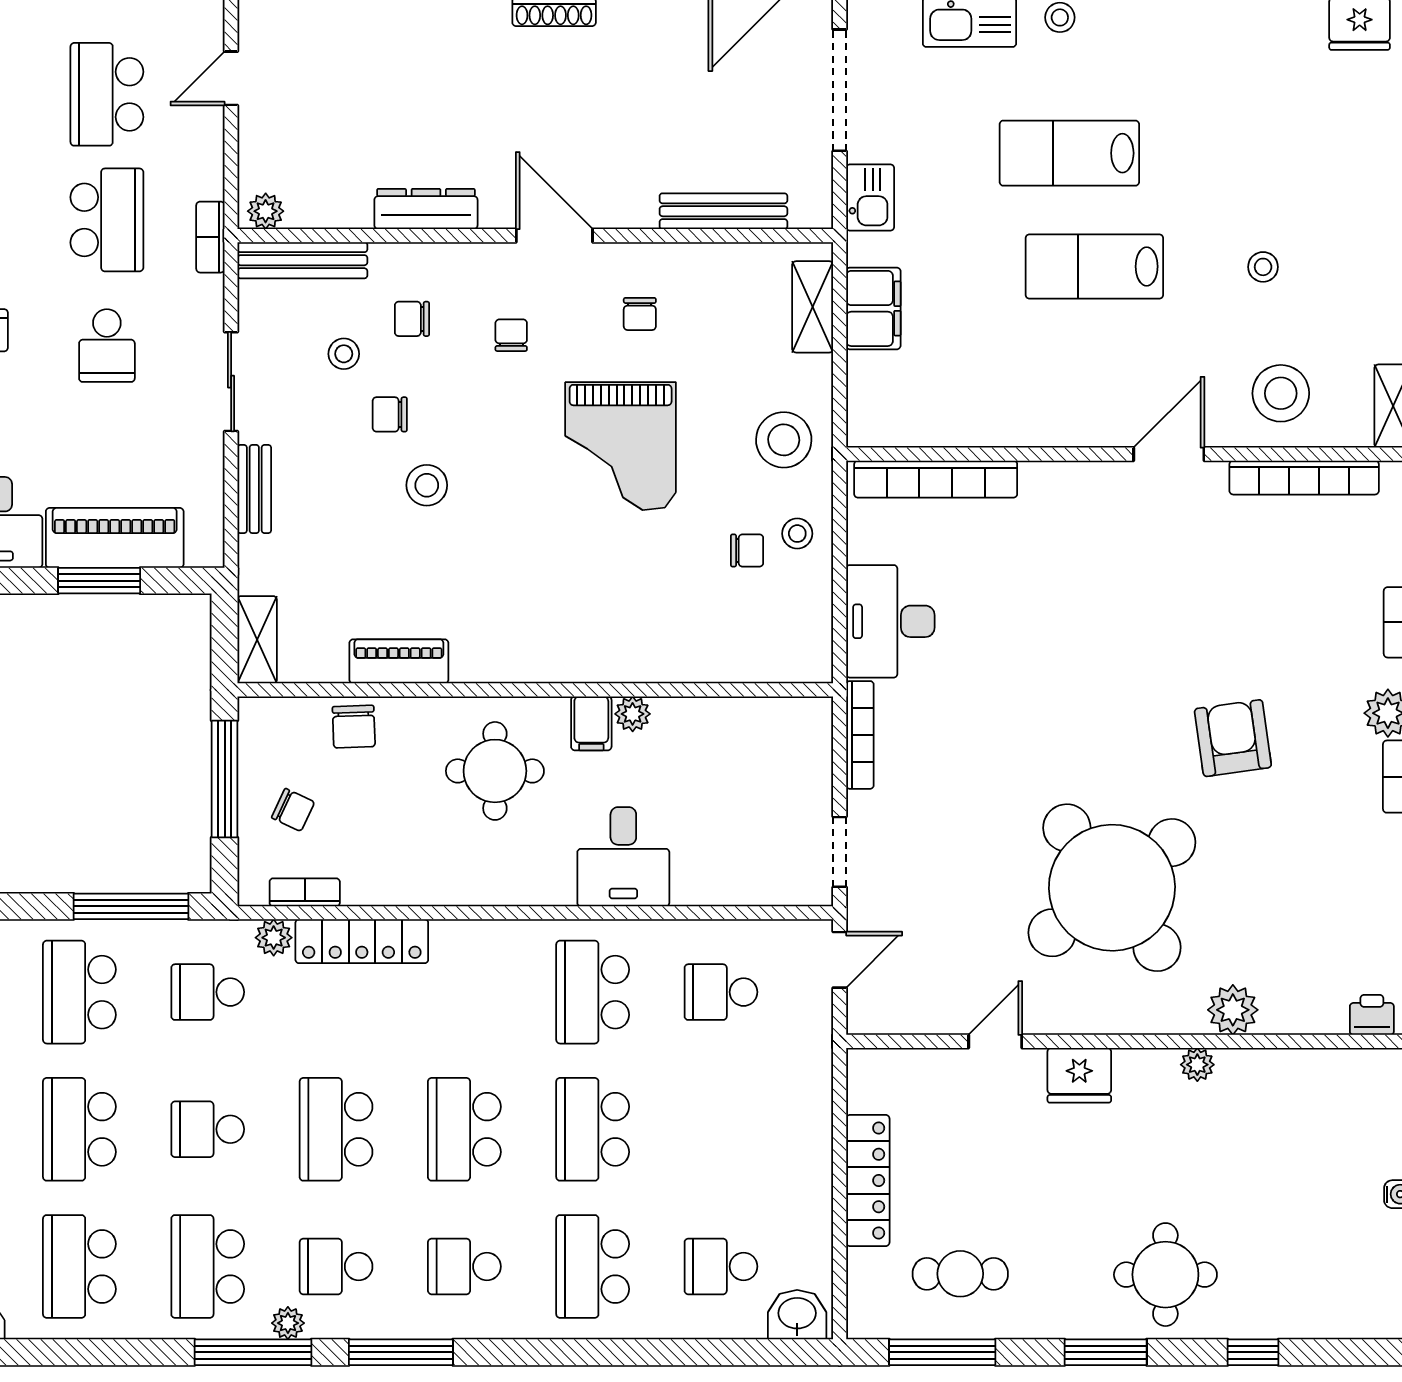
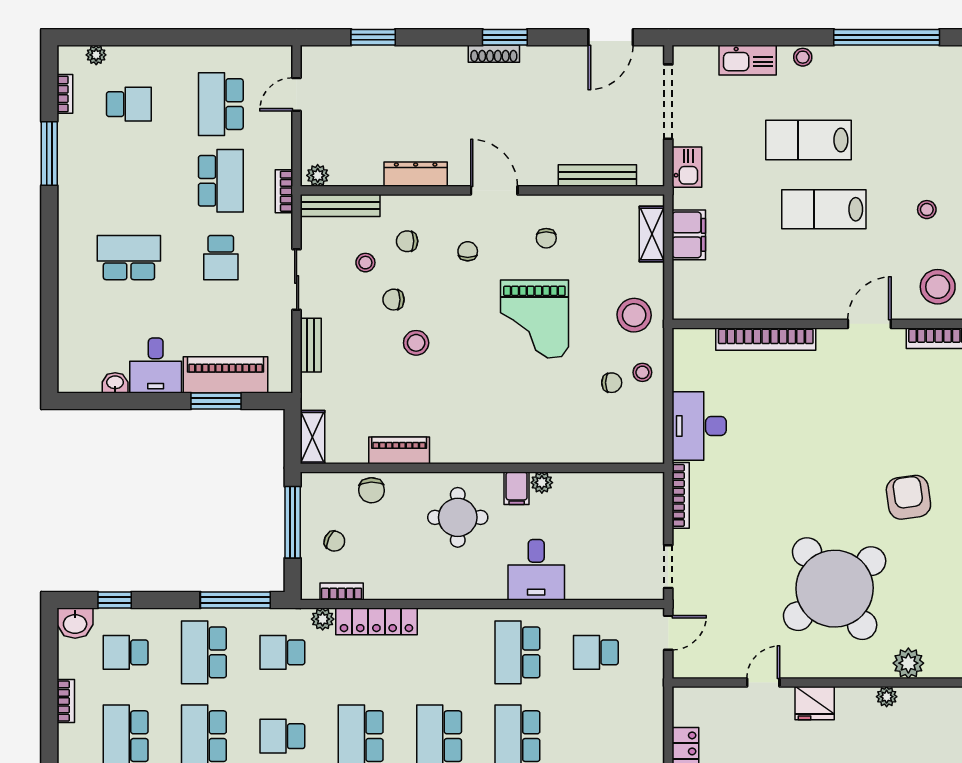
bookcase: (936, 479) -> (766, 339), moved

